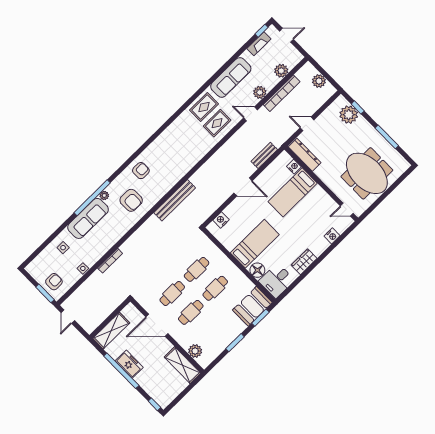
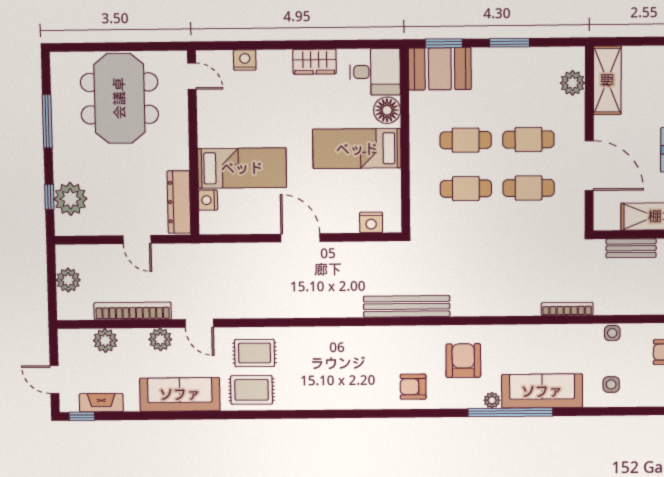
bench: (264, 155) -> (631, 248), moved

